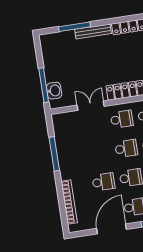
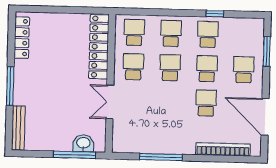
window: (74, 27) -> (10, 86), moved
bench: (93, 31) -> (18, 128), moved
door: (112, 229) -> (265, 117), moved

